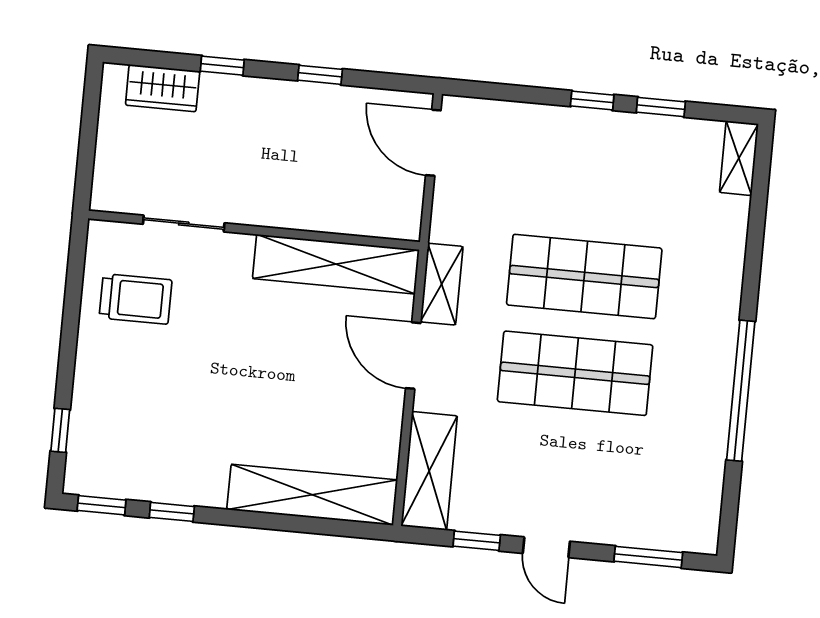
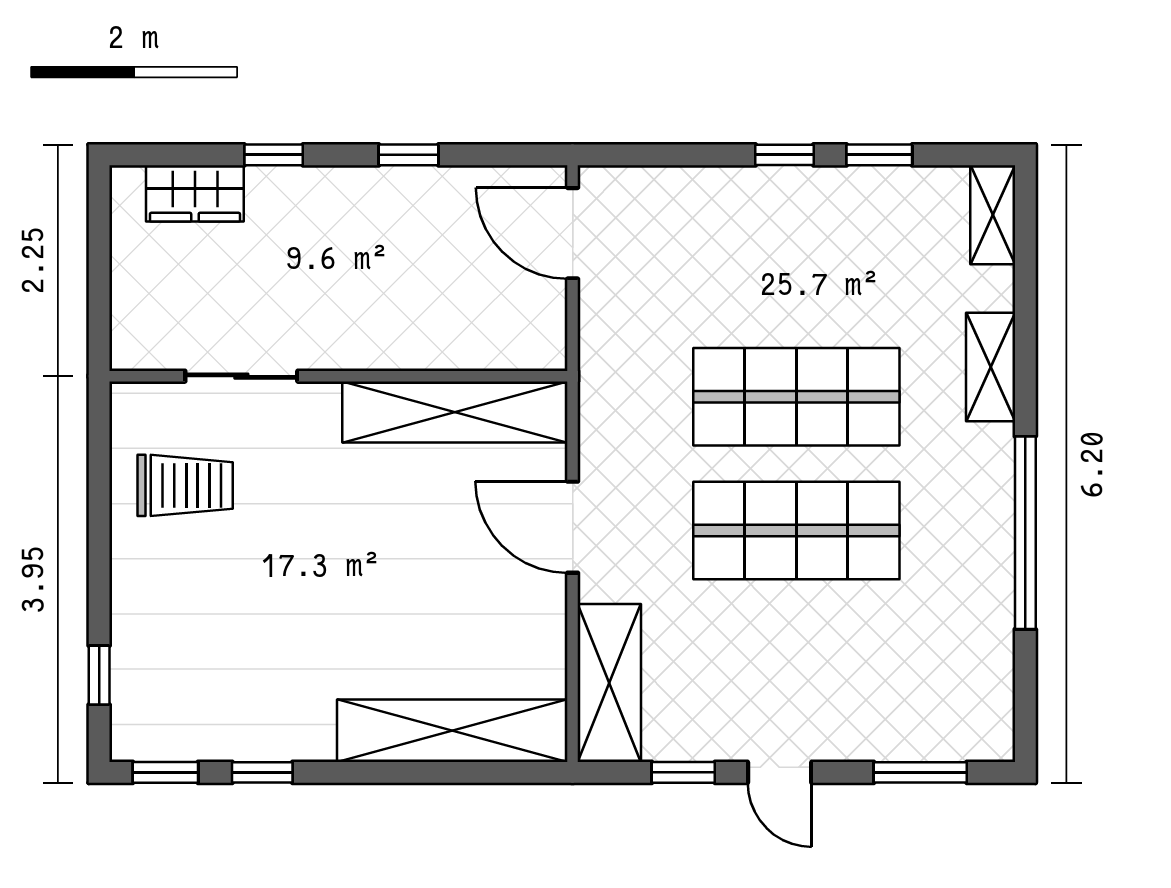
shelving: (442, 284) -> (991, 367), moved

